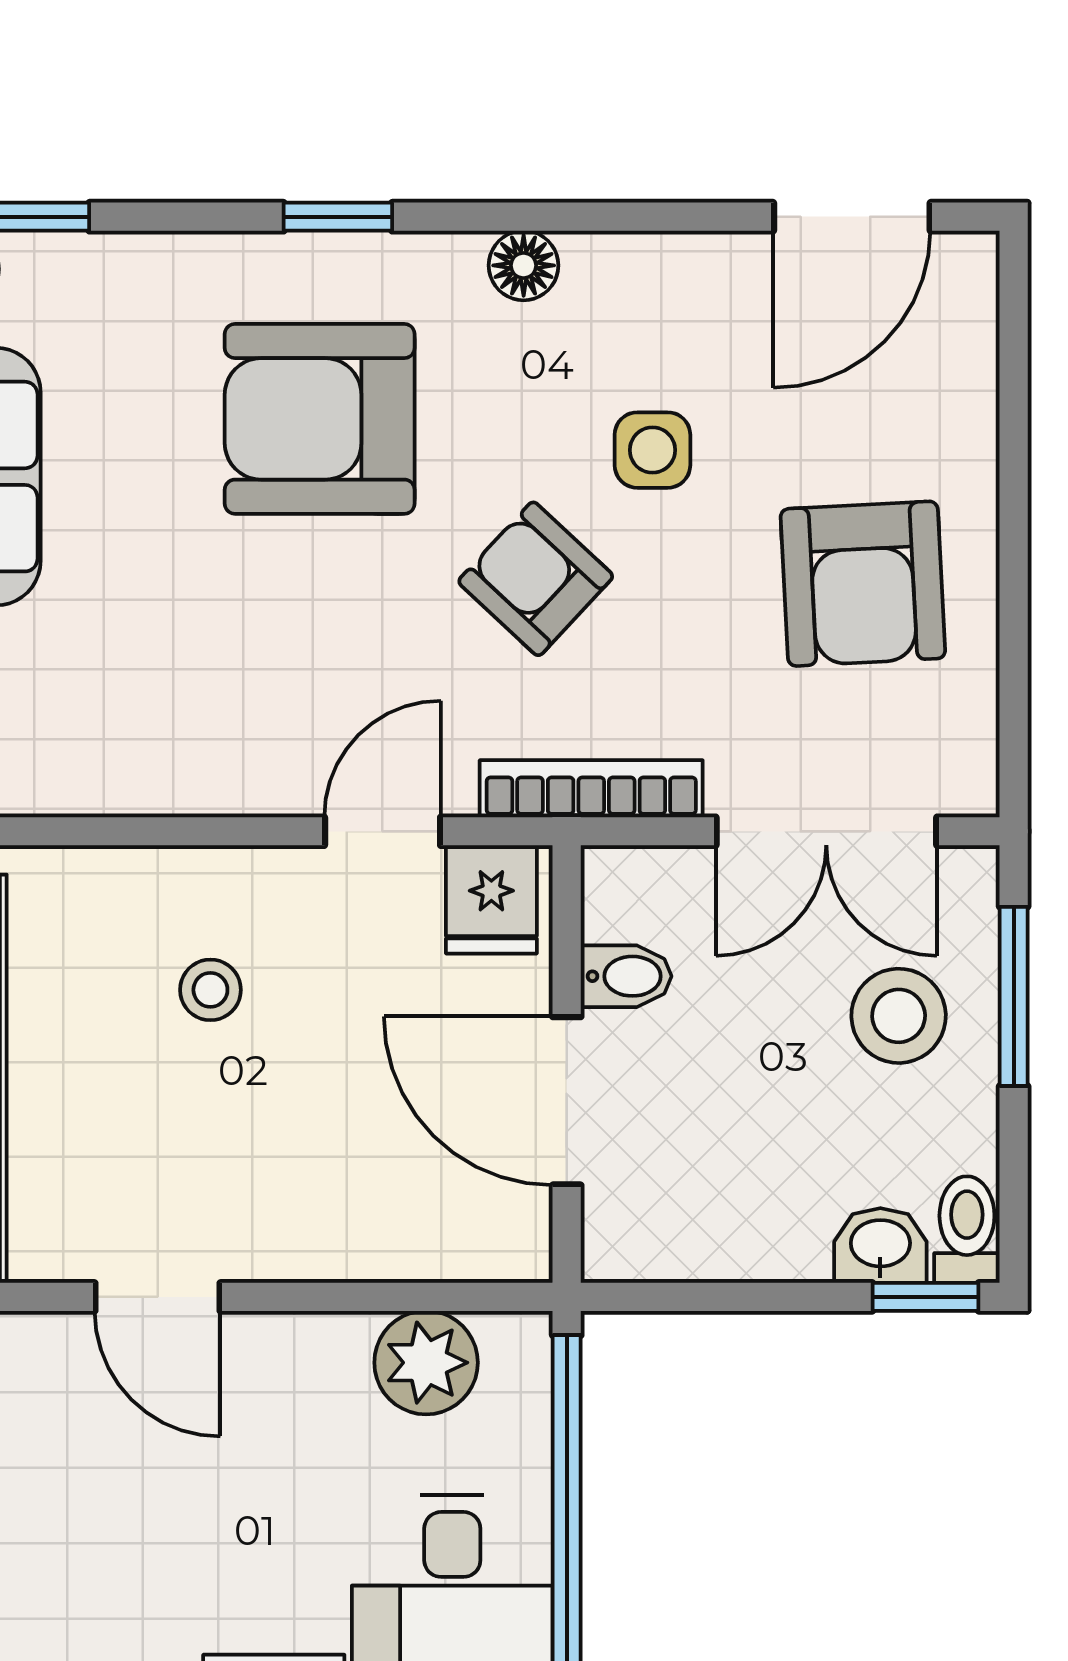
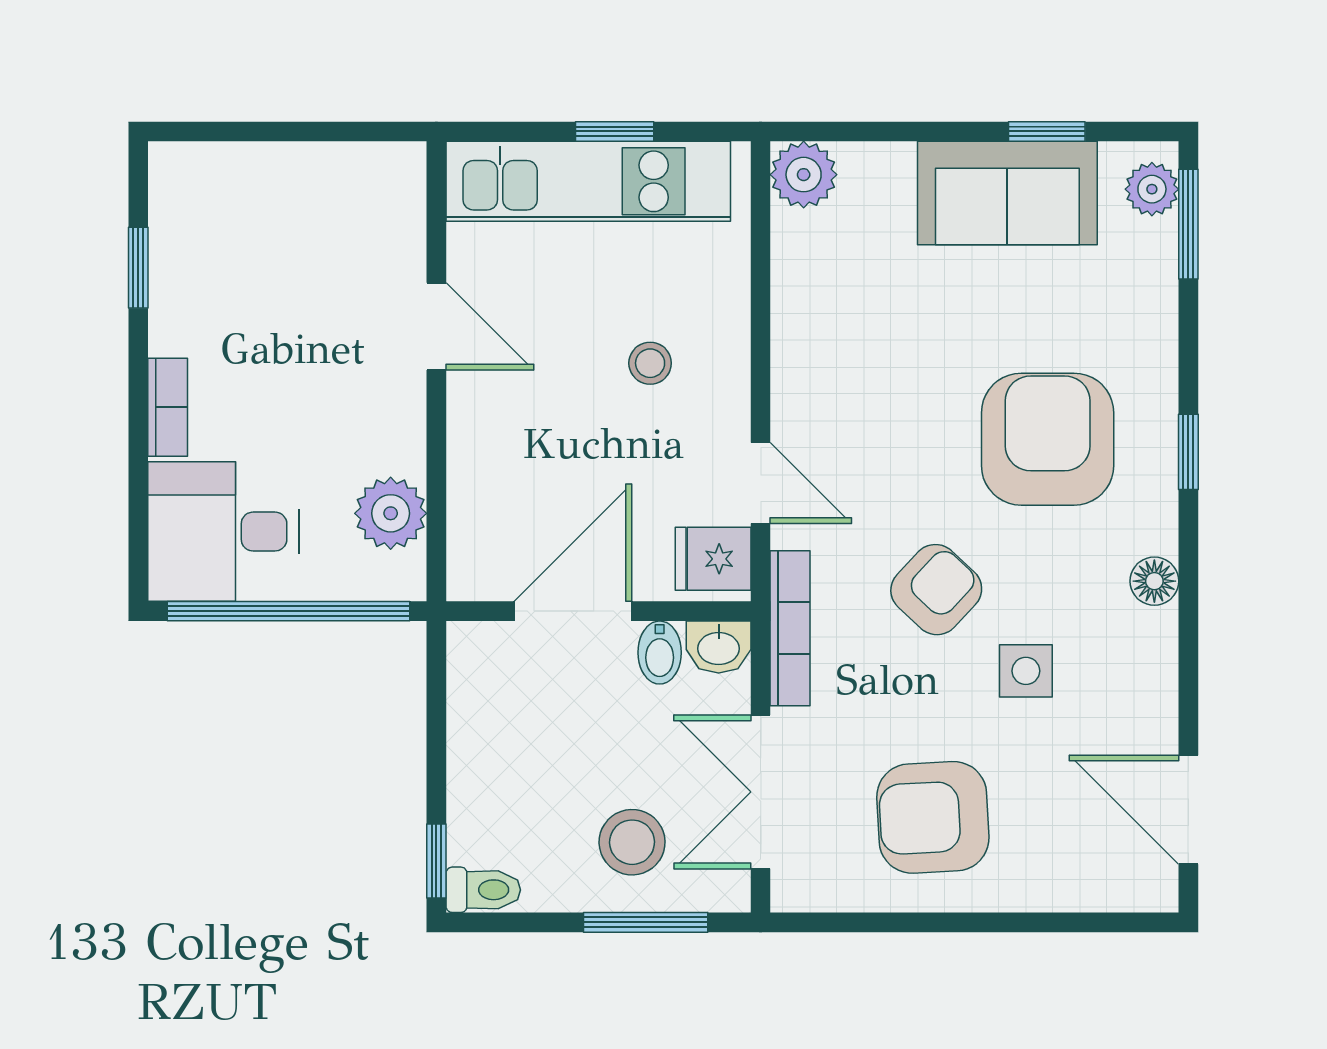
washbasin: (880, 1245) -> (719, 647), moved, turned 90
door: (157, 1297) -> (436, 326), swing flipped

